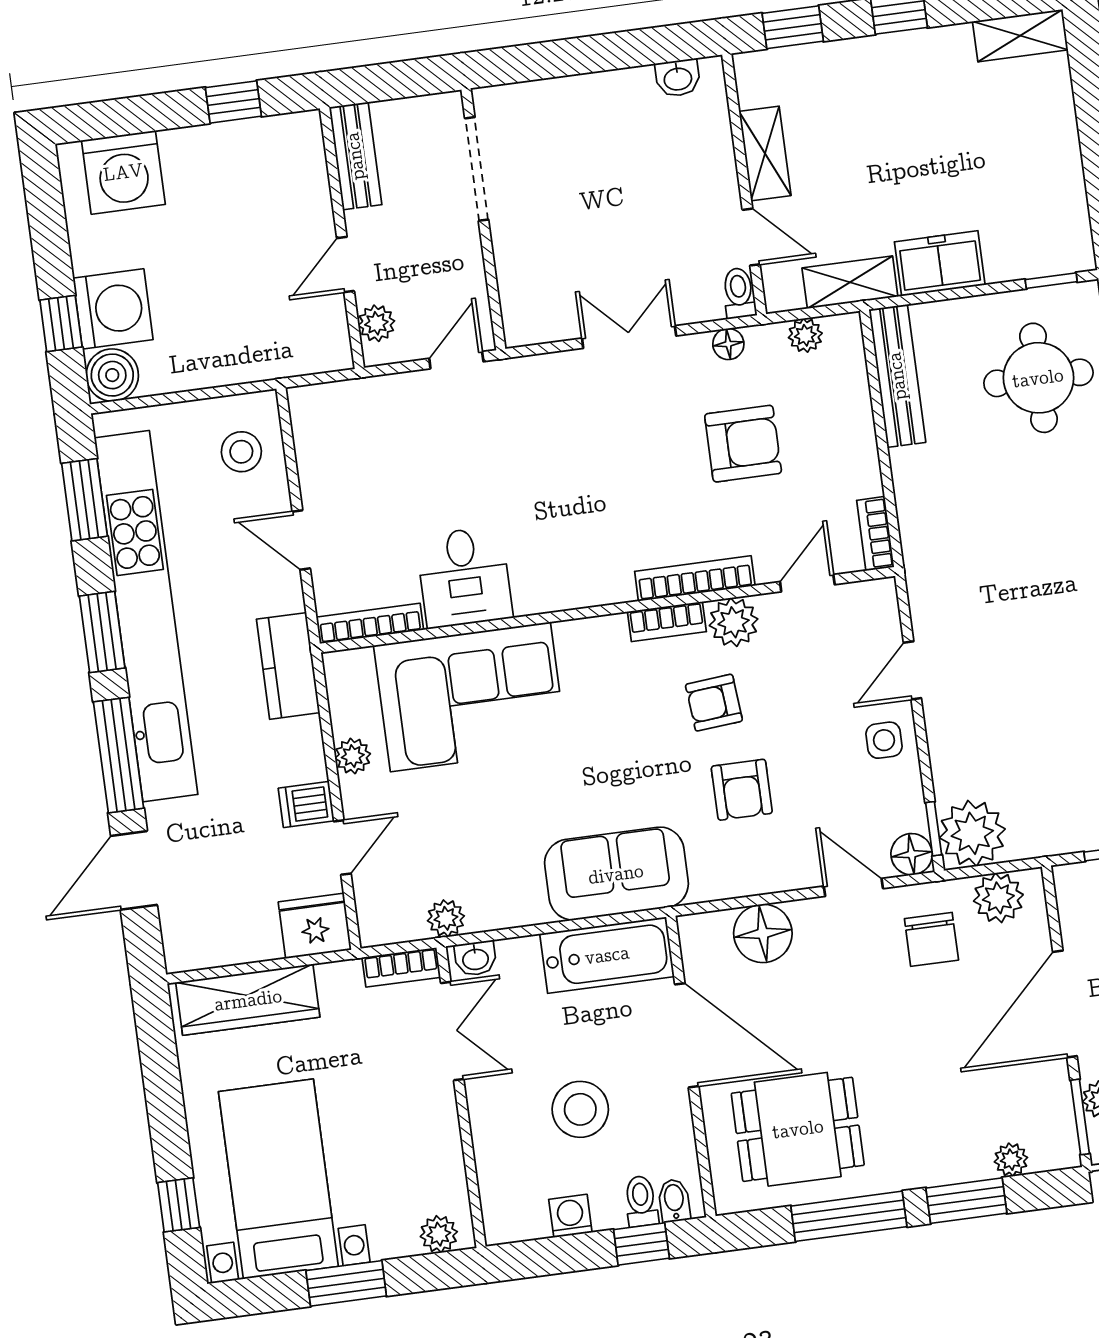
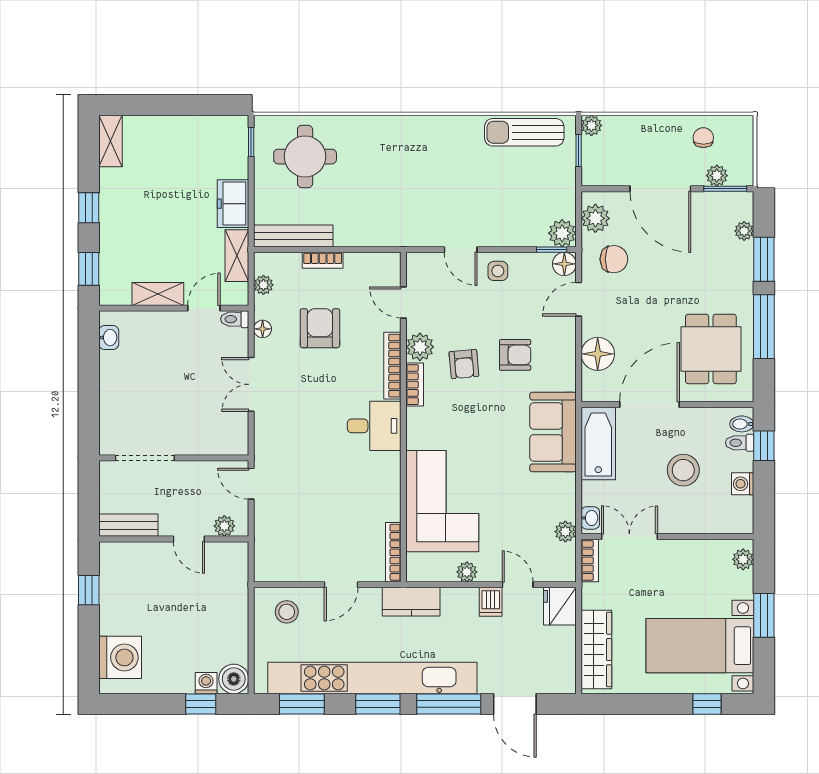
washing machine: (113, 309) -> (206, 683), width x0.53, depth x0.53
bookcase: (875, 534) -> (323, 260), moved
desk: (464, 577) -> (374, 426), moved
plant: (972, 833) -> (562, 233), width x0.73, depth x0.73

